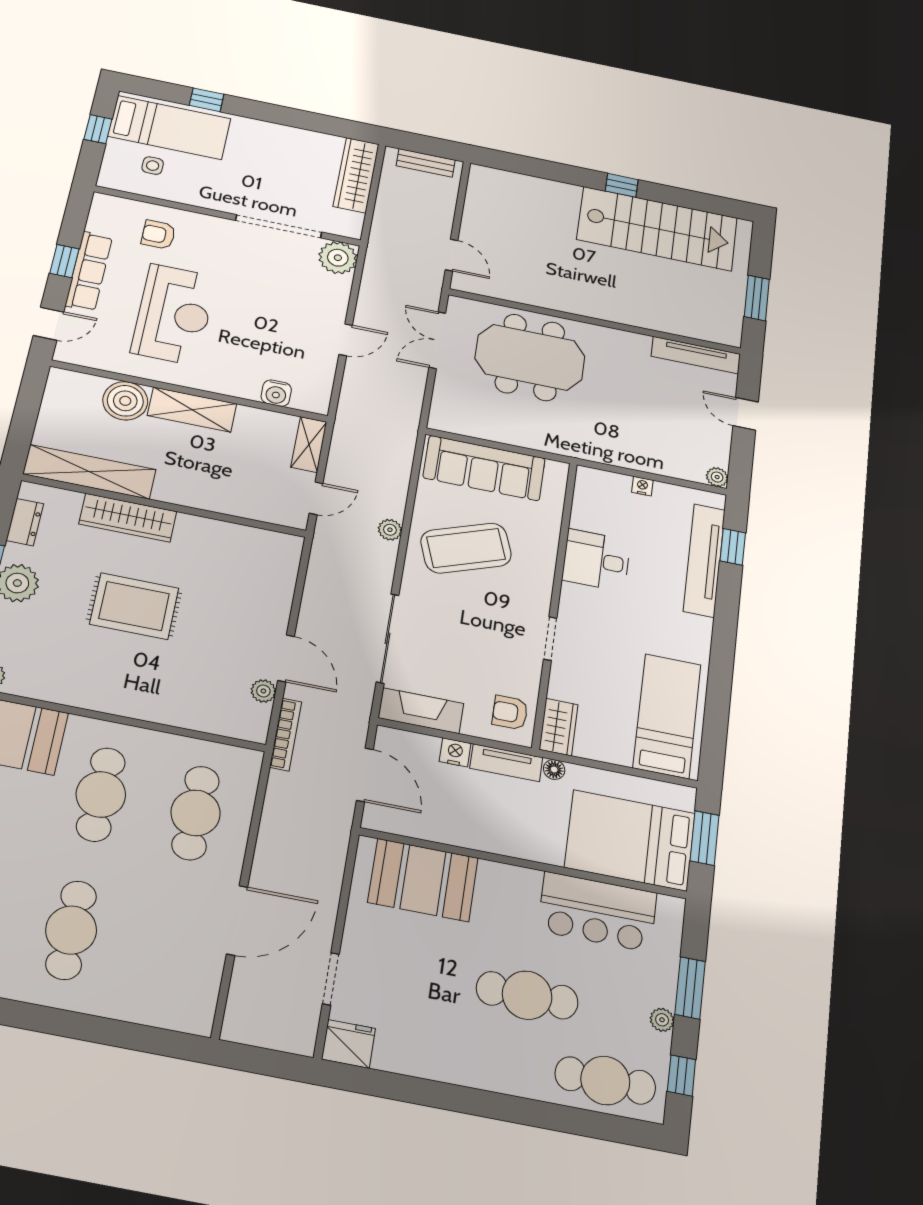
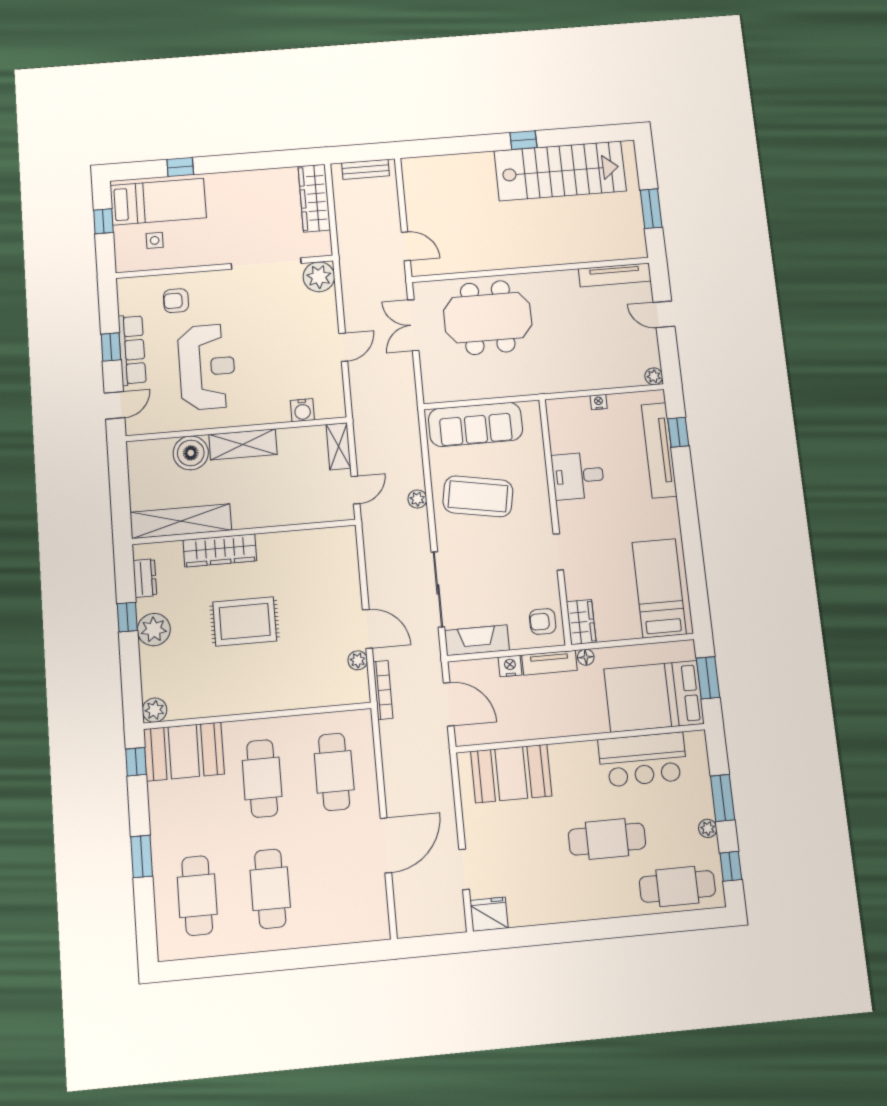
coffee table: (466, 548) -> (478, 496), turned 30

